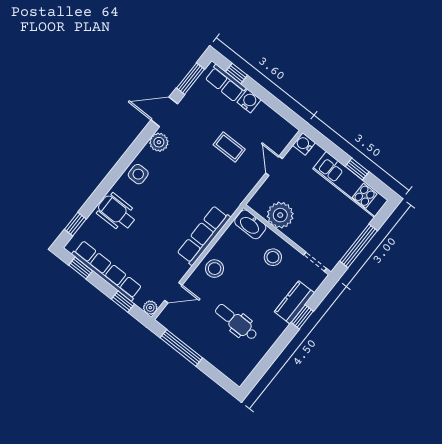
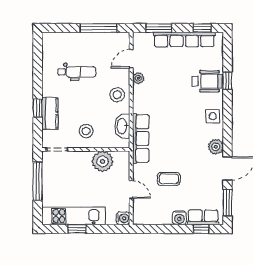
window: (75, 224) -> (227, 81), moved
washbasin: (250, 224) -> (122, 126), moved, turned -90
row of seats: (204, 235) -> (141, 139), moved
window: (123, 302) -> (159, 28), width x1.50
plant: (150, 308) -> (138, 78), moved

